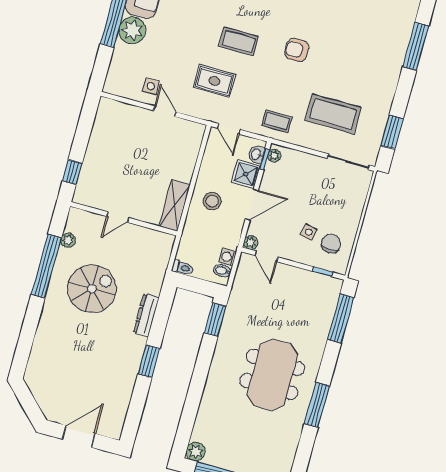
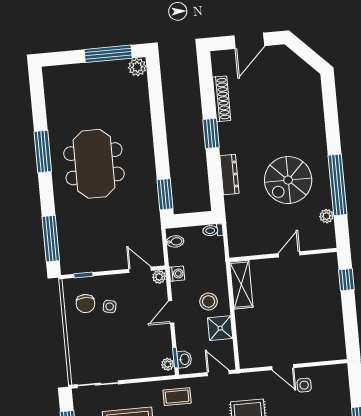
shower: (246, 174) -> (220, 328), moved
door: (252, 205) -> (171, 312), width x0.73
washing machine: (228, 257) -> (177, 274), moved
shoe rack: (126, 391) -> (222, 99), added

